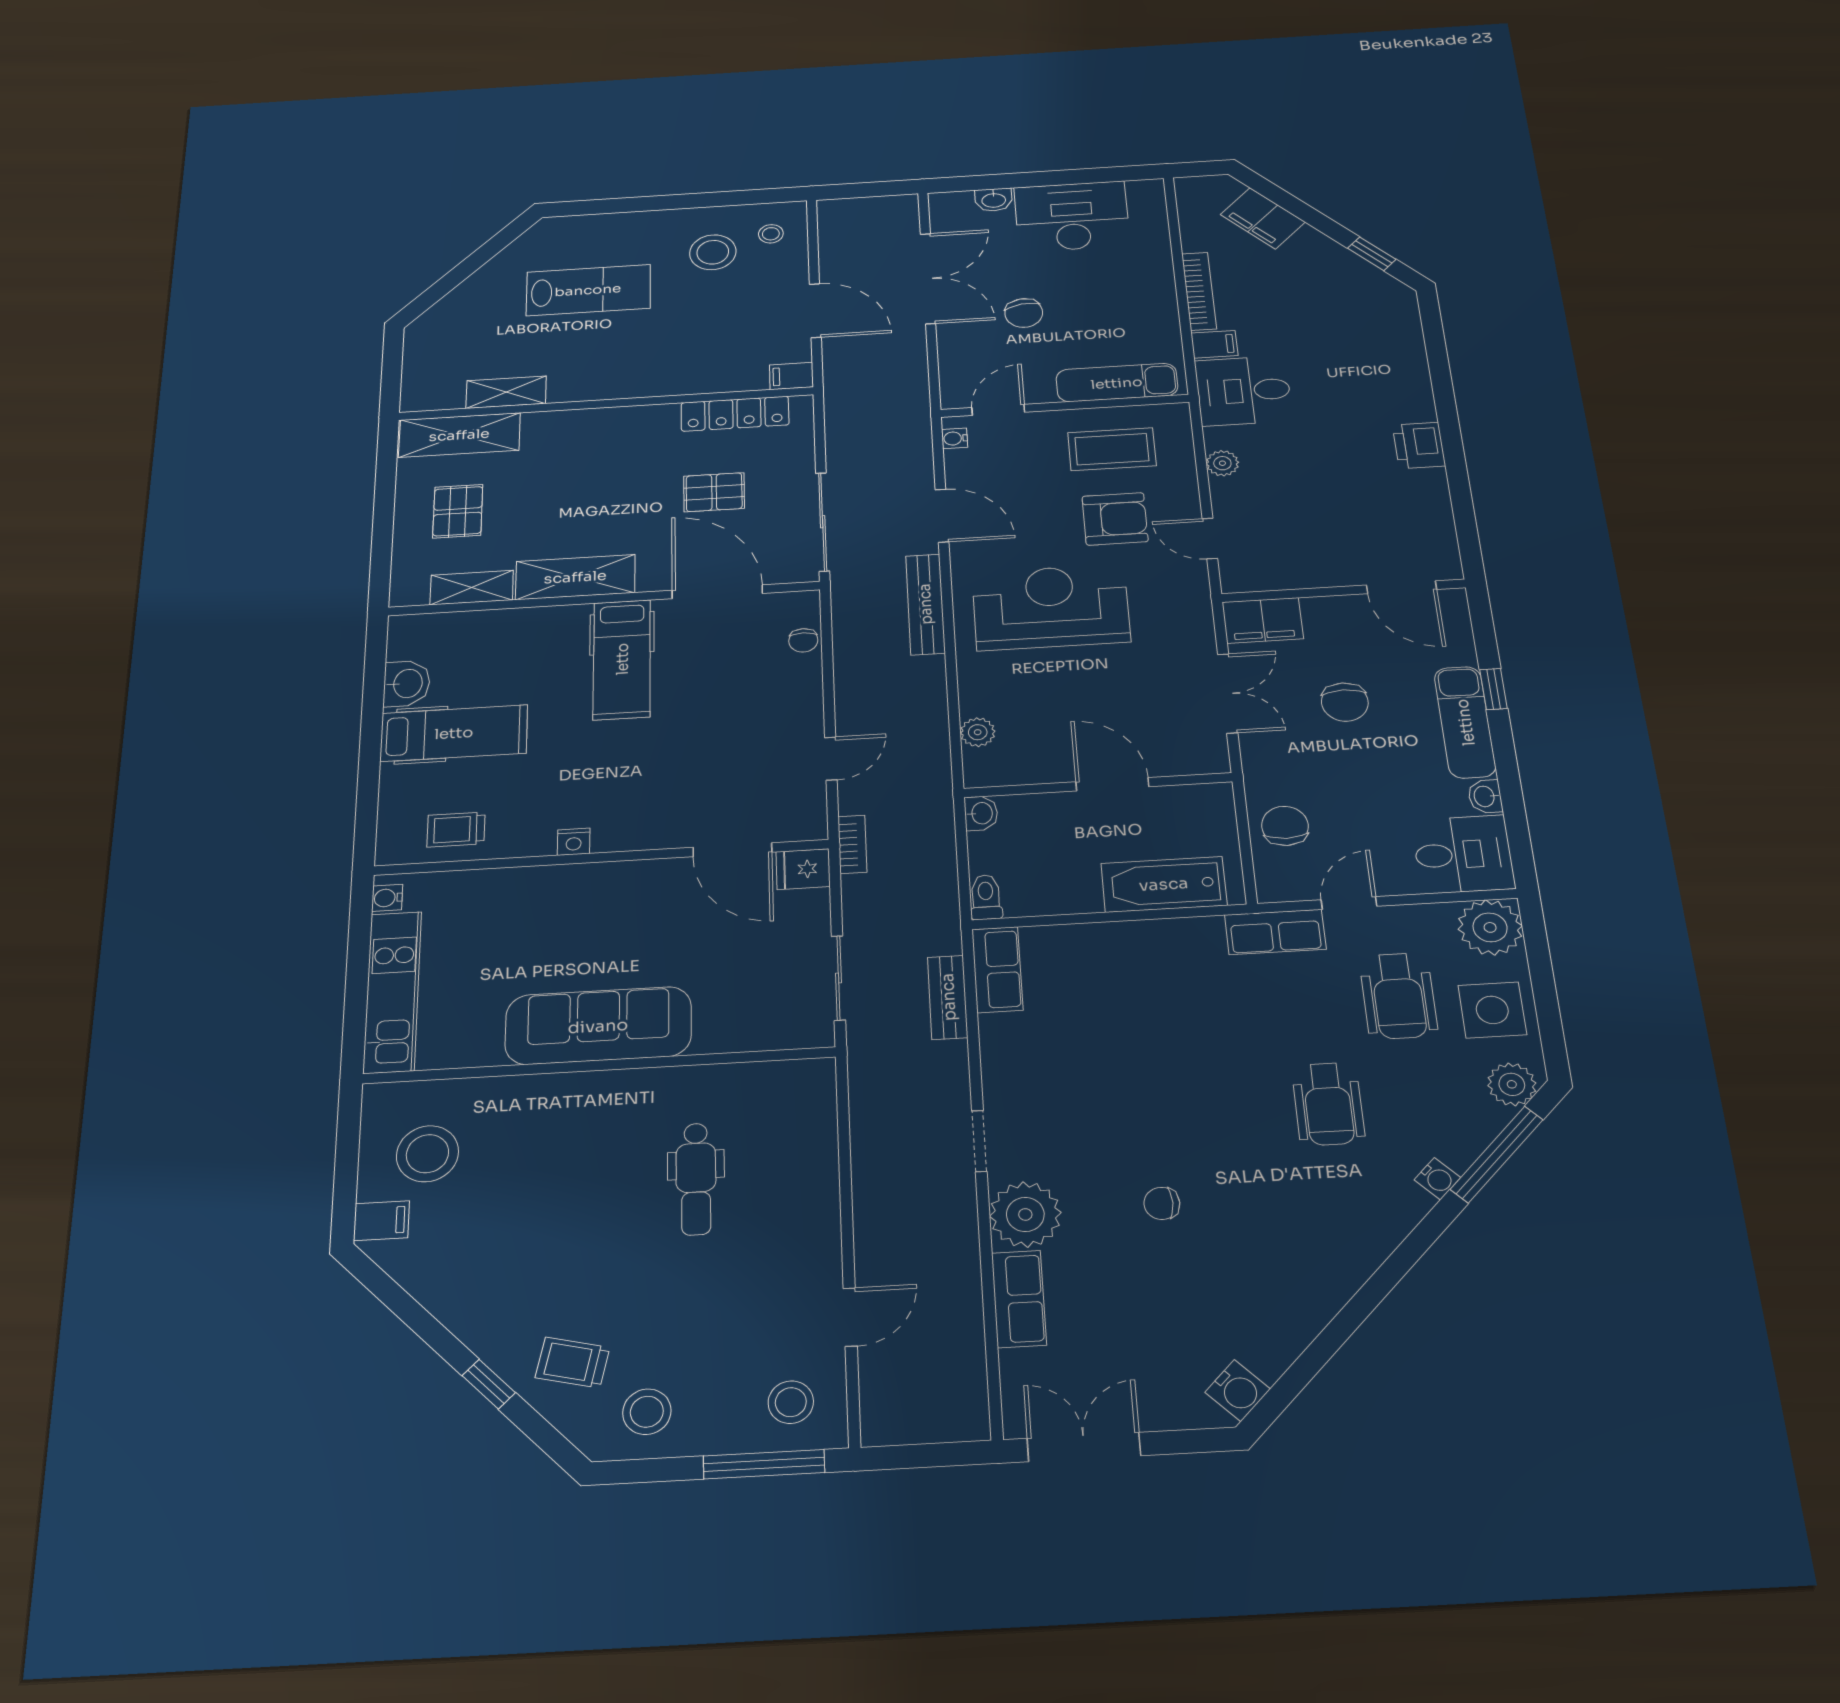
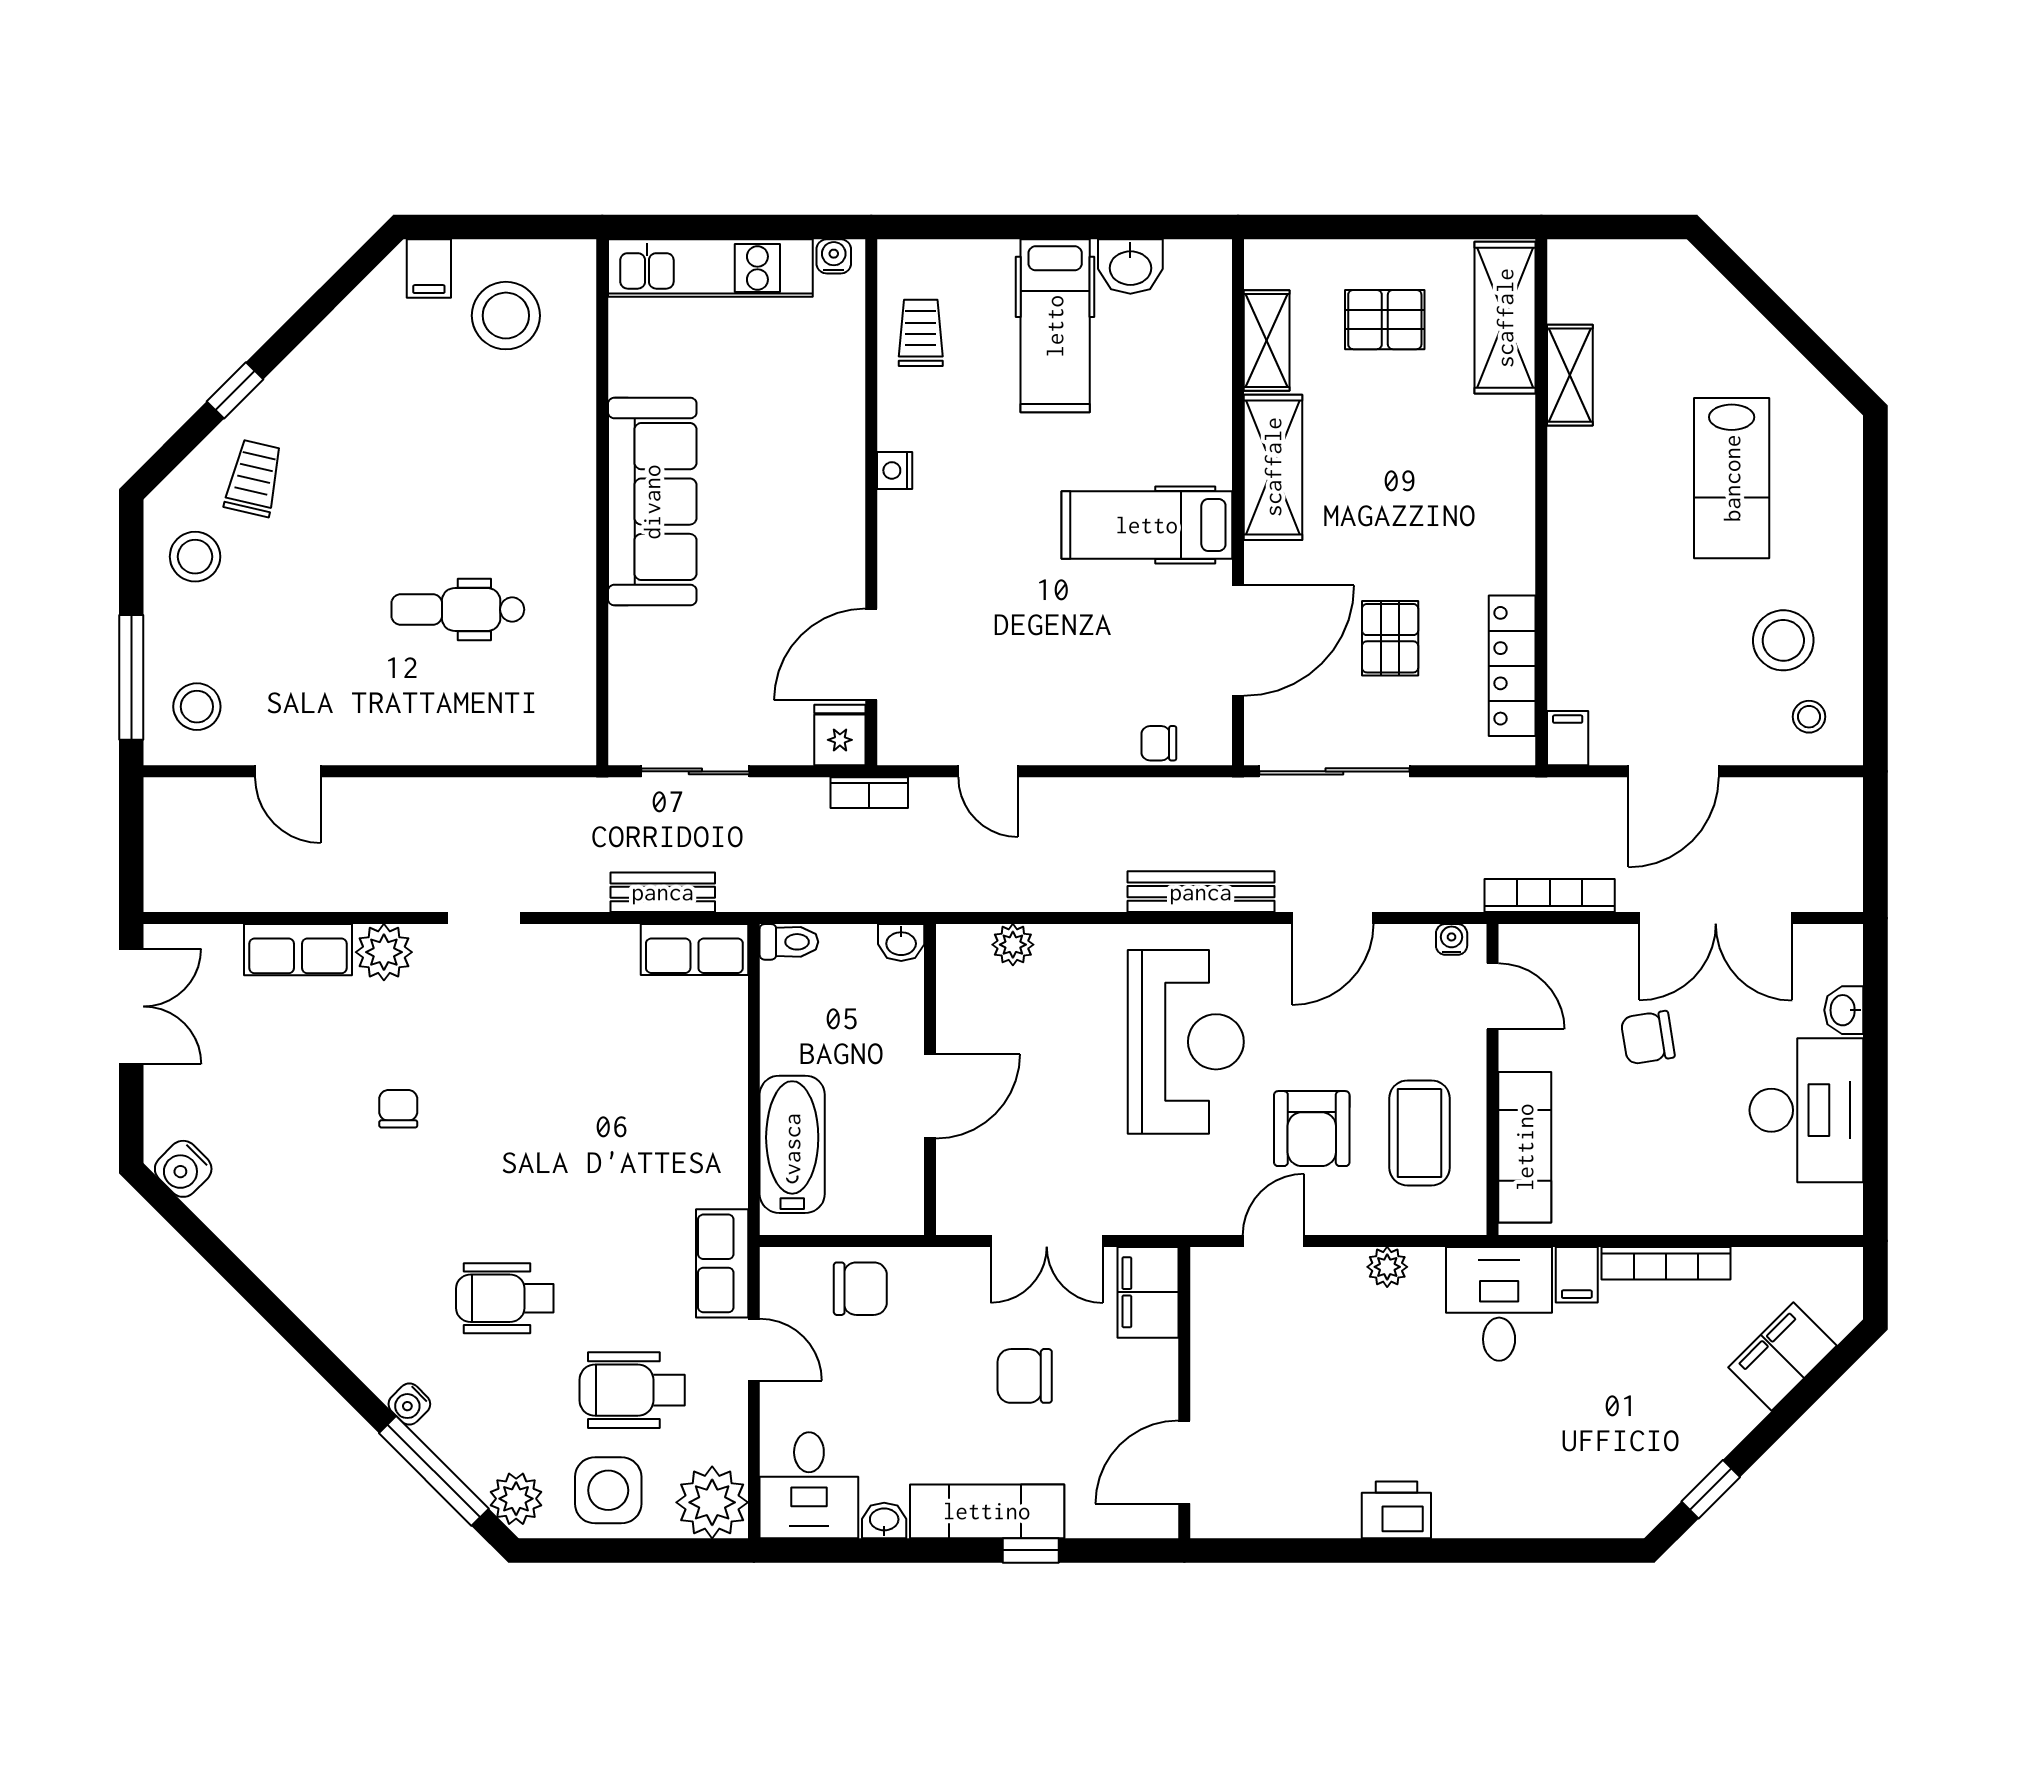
bookcase: (916, 379) -> (1550, 896), added
plant: (1025, 1214) -> (384, 952), width x0.73, depth x0.73

